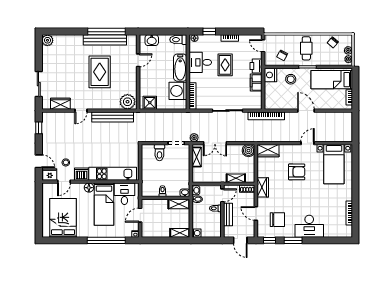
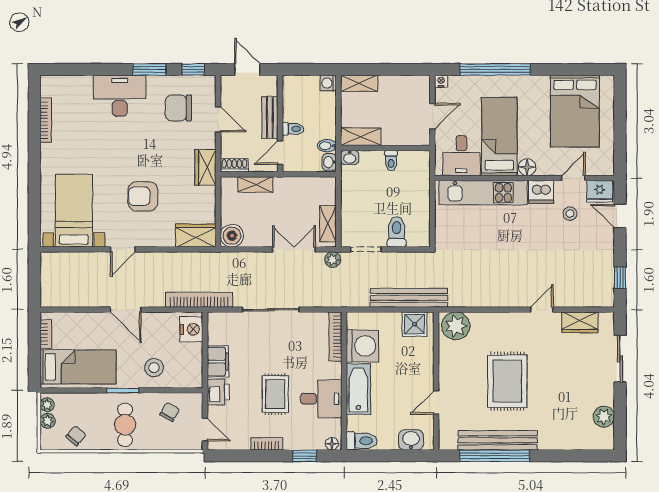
plant: (47, 40) -> (604, 417), moved
nightstand: (270, 75) -> (191, 329), moved
bench: (113, 117) -> (409, 298), moved

